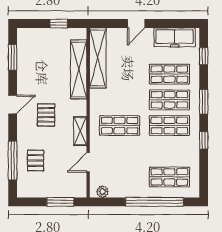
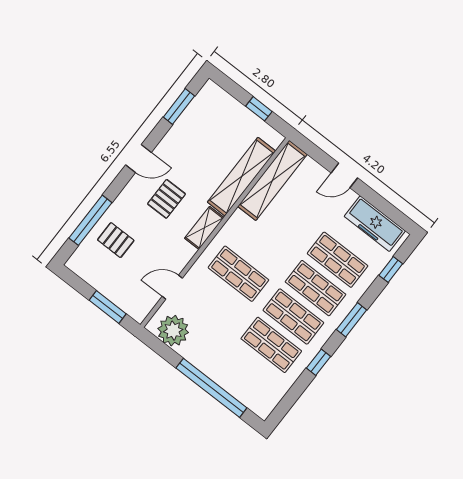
shelving: (80, 131) -> (204, 228), moved
pallet: (36, 160) -> (116, 240), turned 90
shop shelf: (169, 177) -> (271, 345), moved
plant: (103, 192) -> (173, 331), width x1.87, depth x1.87

